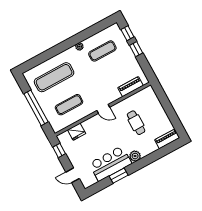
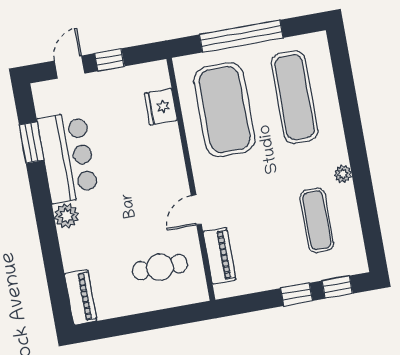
exercise mat: (69, 105) -> (225, 110), width x2.00, depth x1.45
door: (103, 109) -> (196, 210), moved
cafe table: (136, 123) -> (160, 267), moved
window: (59, 150) -> (110, 60), moved
window: (119, 176) -> (32, 143), moved

